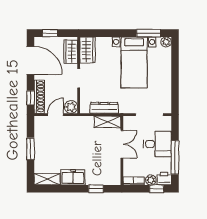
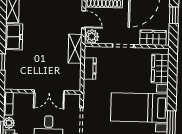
wardrobe: (88, 50) -> (160, 69), moved, turned 90
dresser: (104, 108) -> (90, 68), width x0.70
shelving: (107, 122) -> (75, 49), moved

